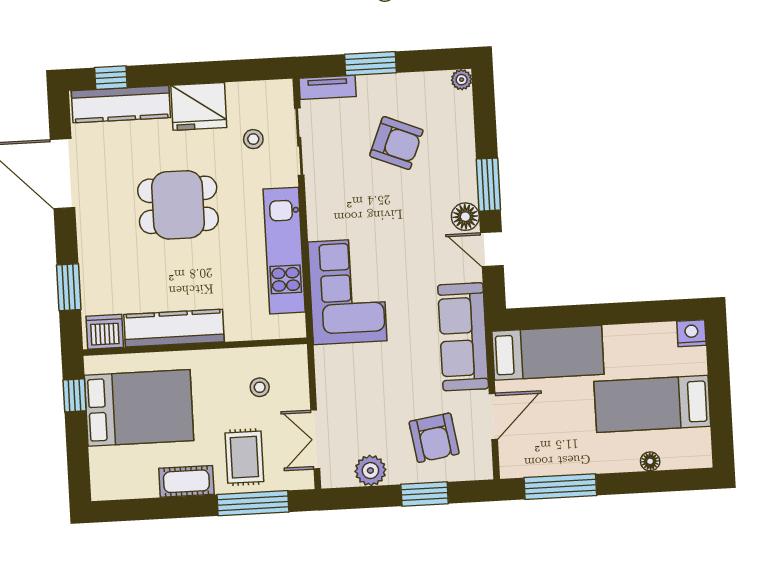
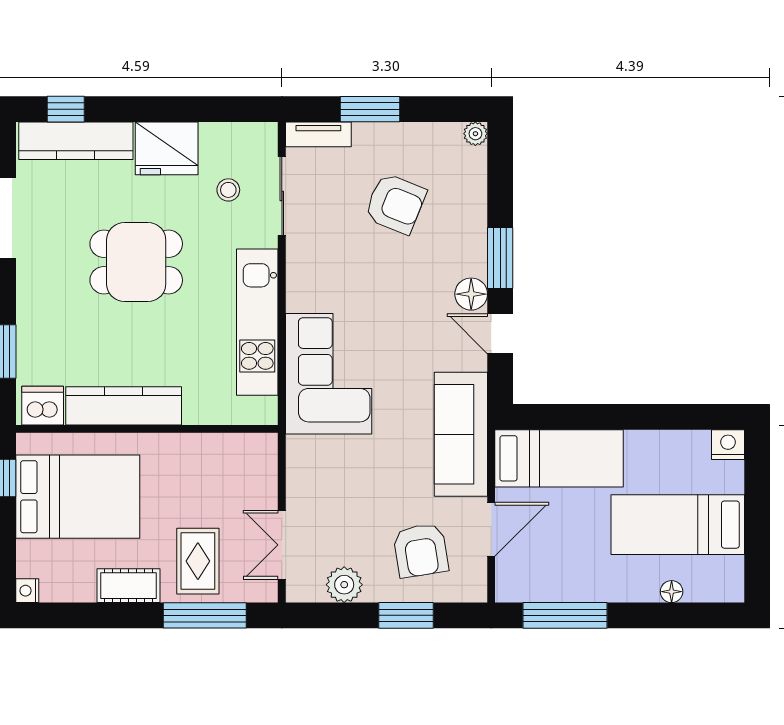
stool: (260, 387) -> (220, 480), removed
nightstand: (100, 490) -> (27, 591), added

